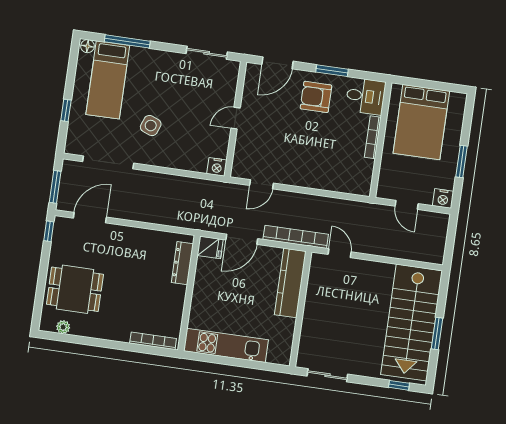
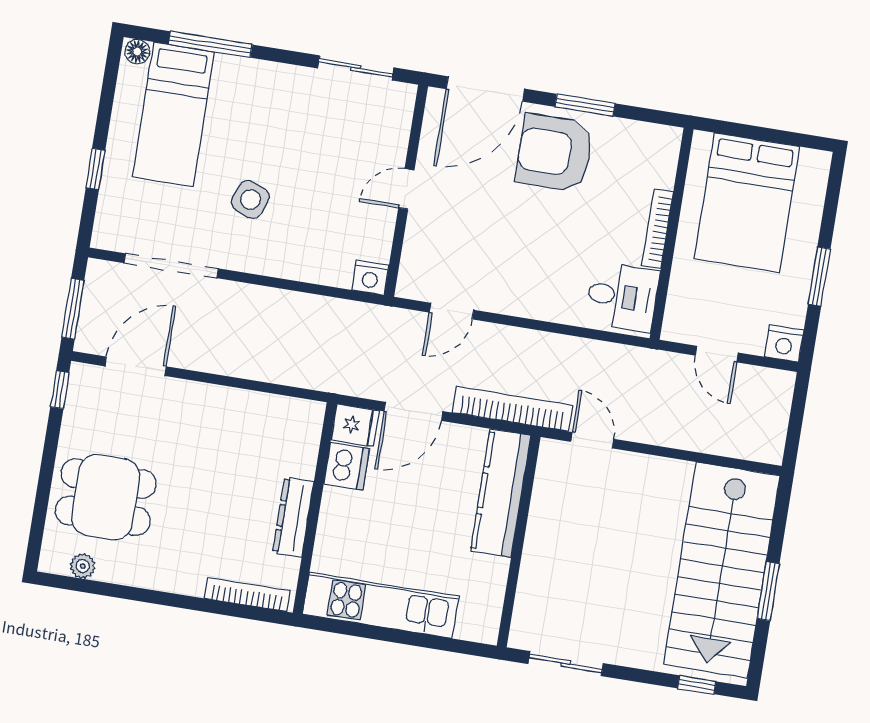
door: (278, 63) -> (485, 89), width x1.36
desk: (365, 96) -> (622, 297), moved
armchair: (316, 97) -> (555, 153), width x1.36, depth x1.36
dresser: (182, 263) -> (293, 517), moved
dishwasher: (206, 270) -> (347, 466), added

